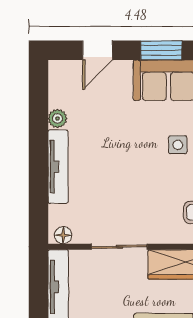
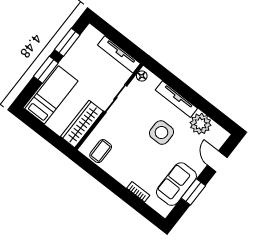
plant: (57, 118) -> (200, 124), width x1.88, depth x1.88
side table: (178, 145) -> (161, 132), moved, width x1.87, depth x1.87

